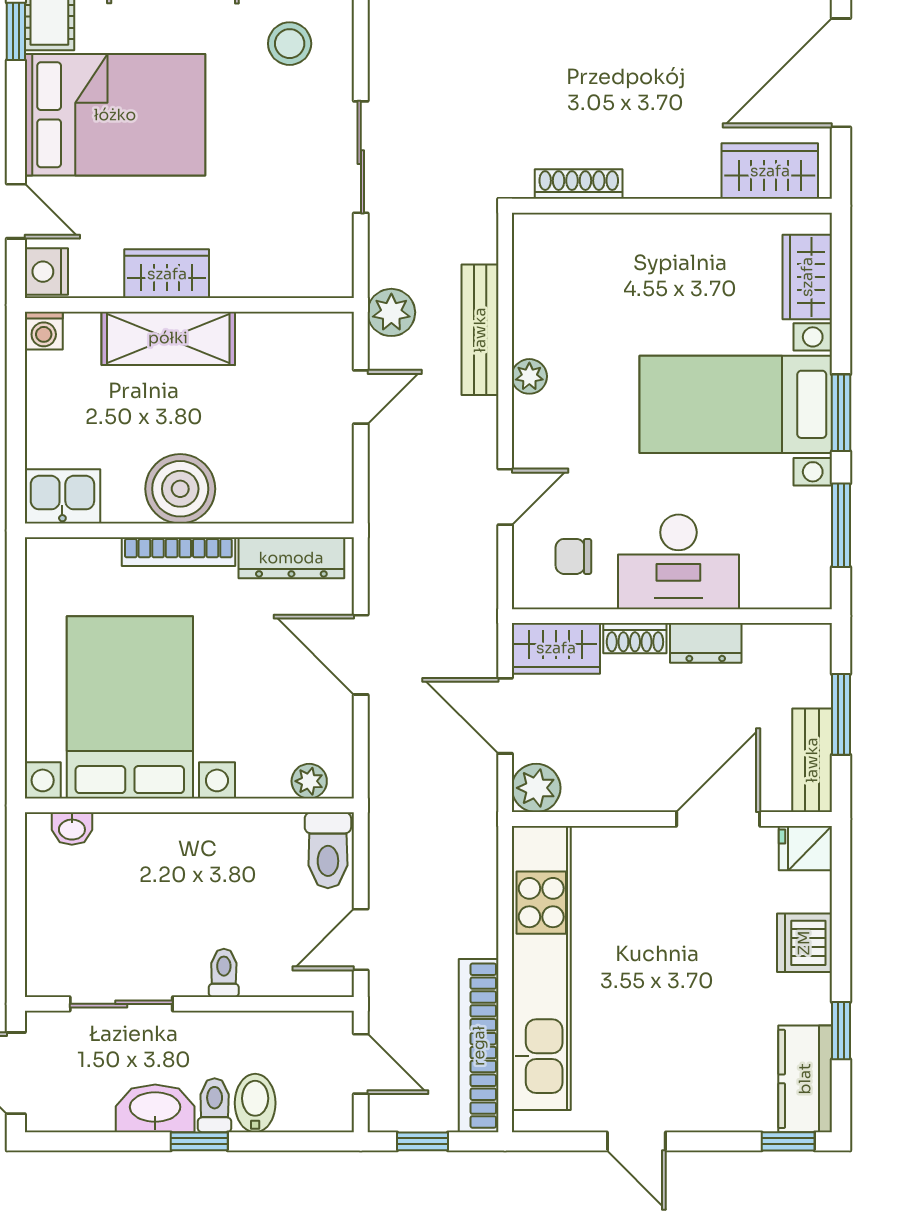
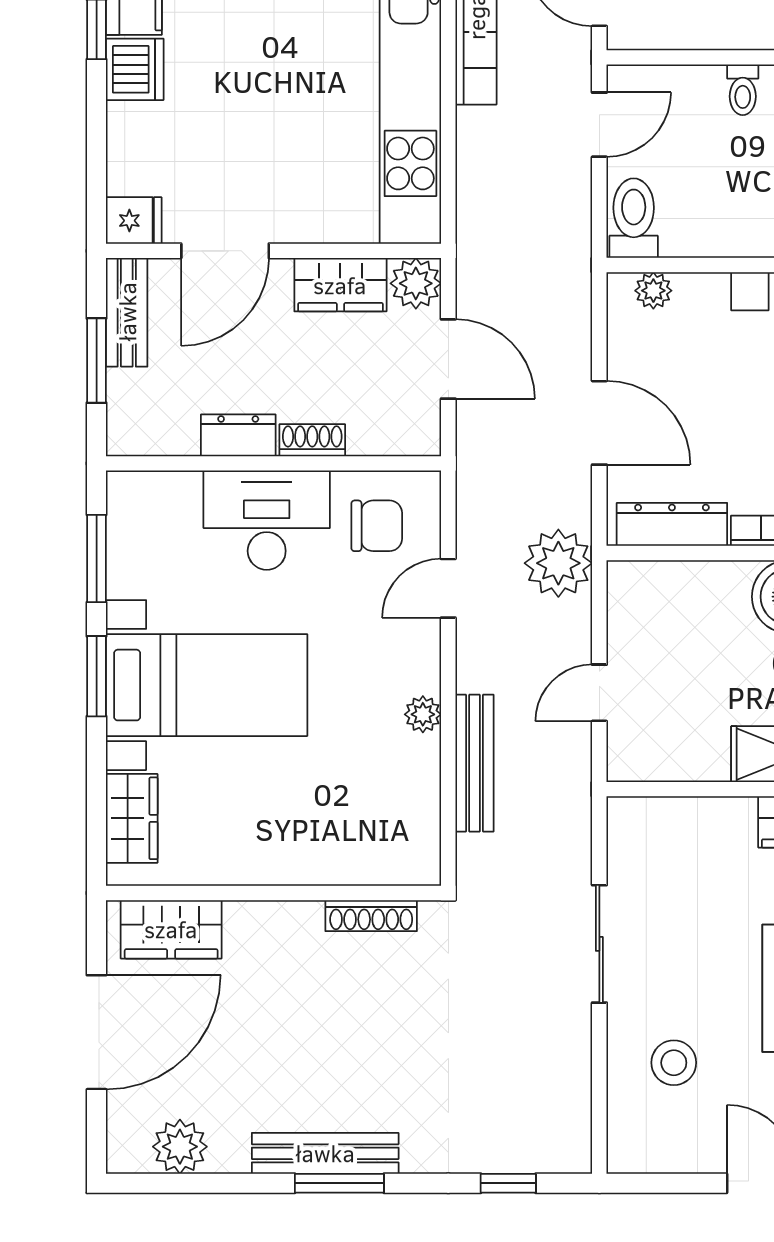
plant: (391, 312) -> (558, 563), moved, width x1.36, depth x1.36
chair: (573, 556) -> (377, 526), width x1.37, depth x1.37
wardrobe: (556, 648) -> (340, 285), moved, turned 180
dishwasher: (804, 943) -> (135, 69), moved

